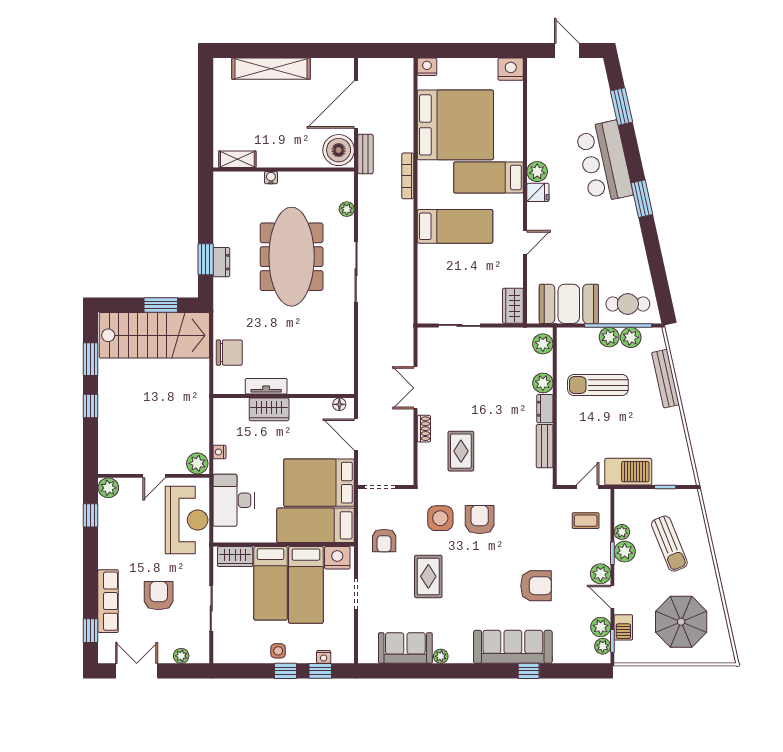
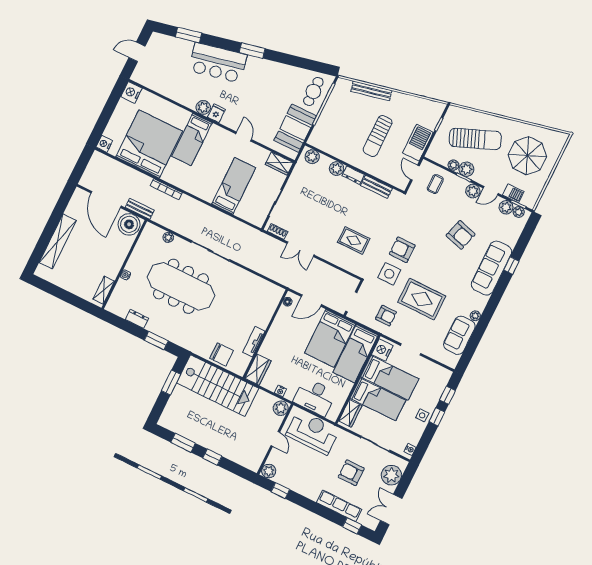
bed: (455, 226) -> (234, 186), moved
dresser: (221, 262) -> (137, 319), moved
stairs: (154, 335) -> (218, 386), moved, turned 90
plant: (609, 337) -> (328, 113), removed
plant: (631, 337) -> (335, 100), removed
chair: (229, 353) -> (222, 354), turned 90
sun lounger: (598, 385) -> (378, 136), moved
wardrobe: (269, 409) -> (258, 370), moved
shoe rack: (424, 429) -> (278, 232), moved
sun lounger: (669, 544) -> (475, 139), width x1.36, depth x1.34
rug: (428, 576) -> (422, 299), width x1.36, depth x1.43
armchair: (536, 586) -> (461, 235), turned 106
plant: (181, 656) -> (391, 475), width x1.88, depth x1.88
nightstand: (324, 657) -> (410, 449), moved

